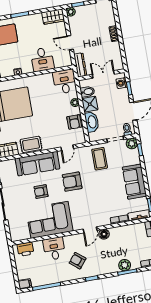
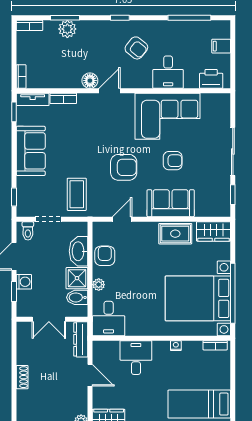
washing machine: (122, 83) -> (24, 282), moved
plant: (132, 143) -> (25, 209), removed
sofa: (37, 164) -> (171, 203), width x0.73
filing cabinet: (25, 284) -> (221, 46), moved

